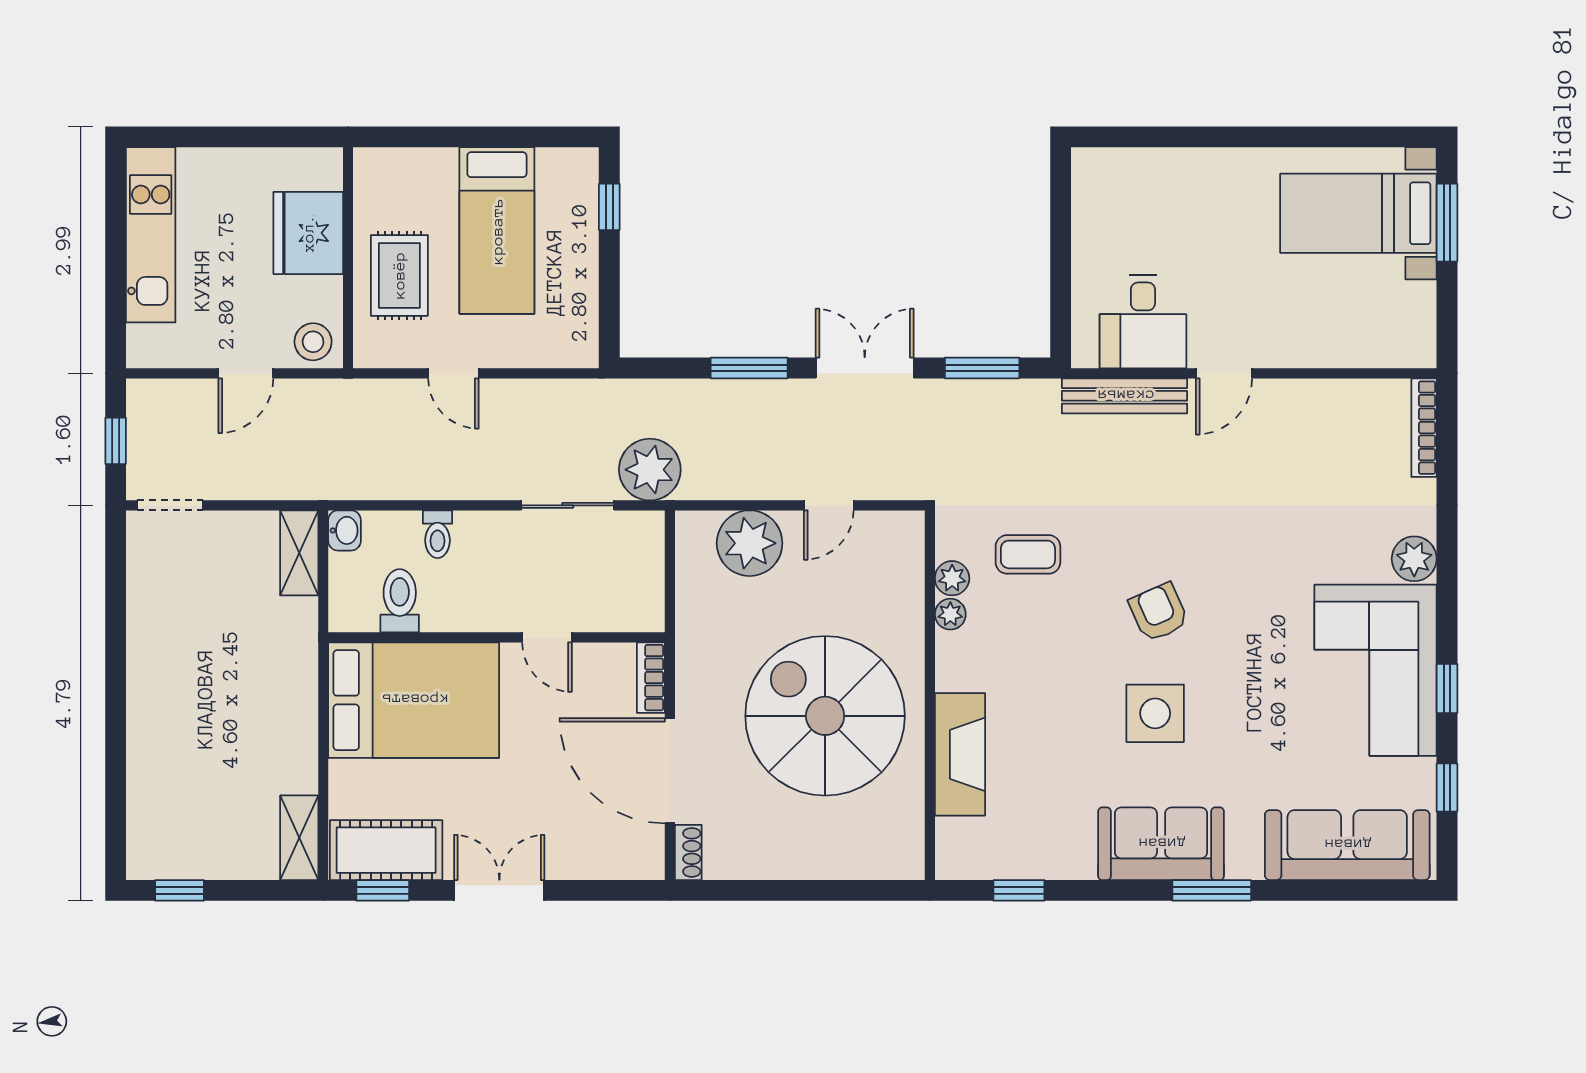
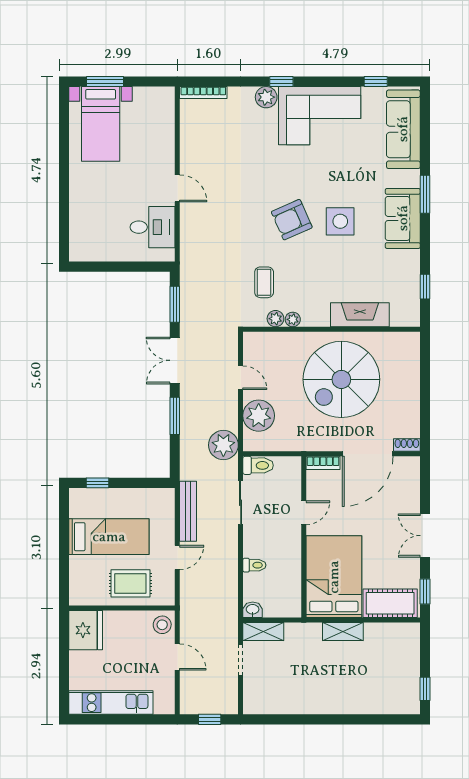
fridge: (308, 233) -> (86, 630), moved, turned -90
bench: (1125, 396) -> (188, 511), moved
plant: (650, 470) -> (223, 445), moved
doorway: (170, 505) -> (241, 660), moved
toilet: (400, 601) -> (258, 465), moved, turned 180
armchair: (1159, 612) -> (292, 220), width x1.38, depth x1.38
window: (1447, 688) -> (281, 81), moved
shelving: (299, 838) -> (343, 631), moved
cot: (386, 850) -> (390, 603), moved, turned 90

